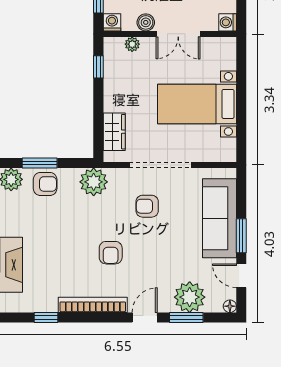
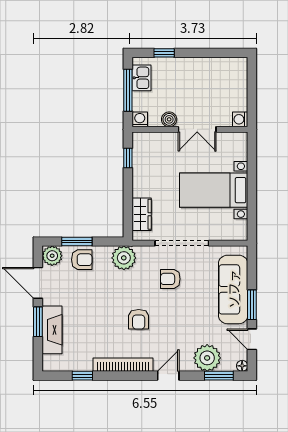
plant: (132, 44) -> (157, 138), removed
window: (186, 318) -> (219, 376), moved

